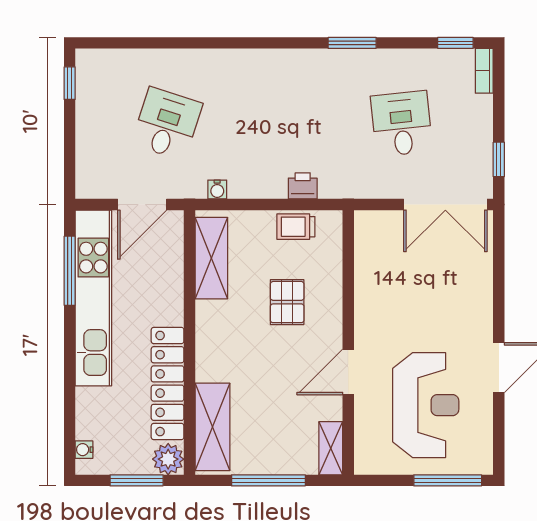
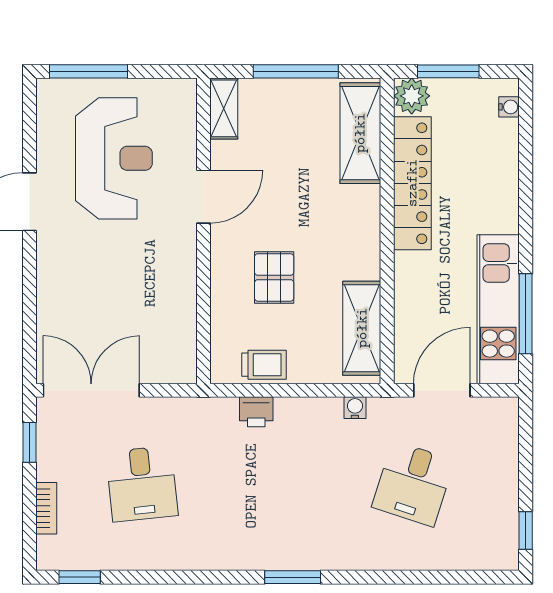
window: (352, 43) -> (293, 577), moved
bookcase: (484, 71) -> (46, 508), moved
kitchen unit: (93, 298) -> (498, 309), width x0.73
reception desk: (426, 405) -> (114, 158), turned 180

